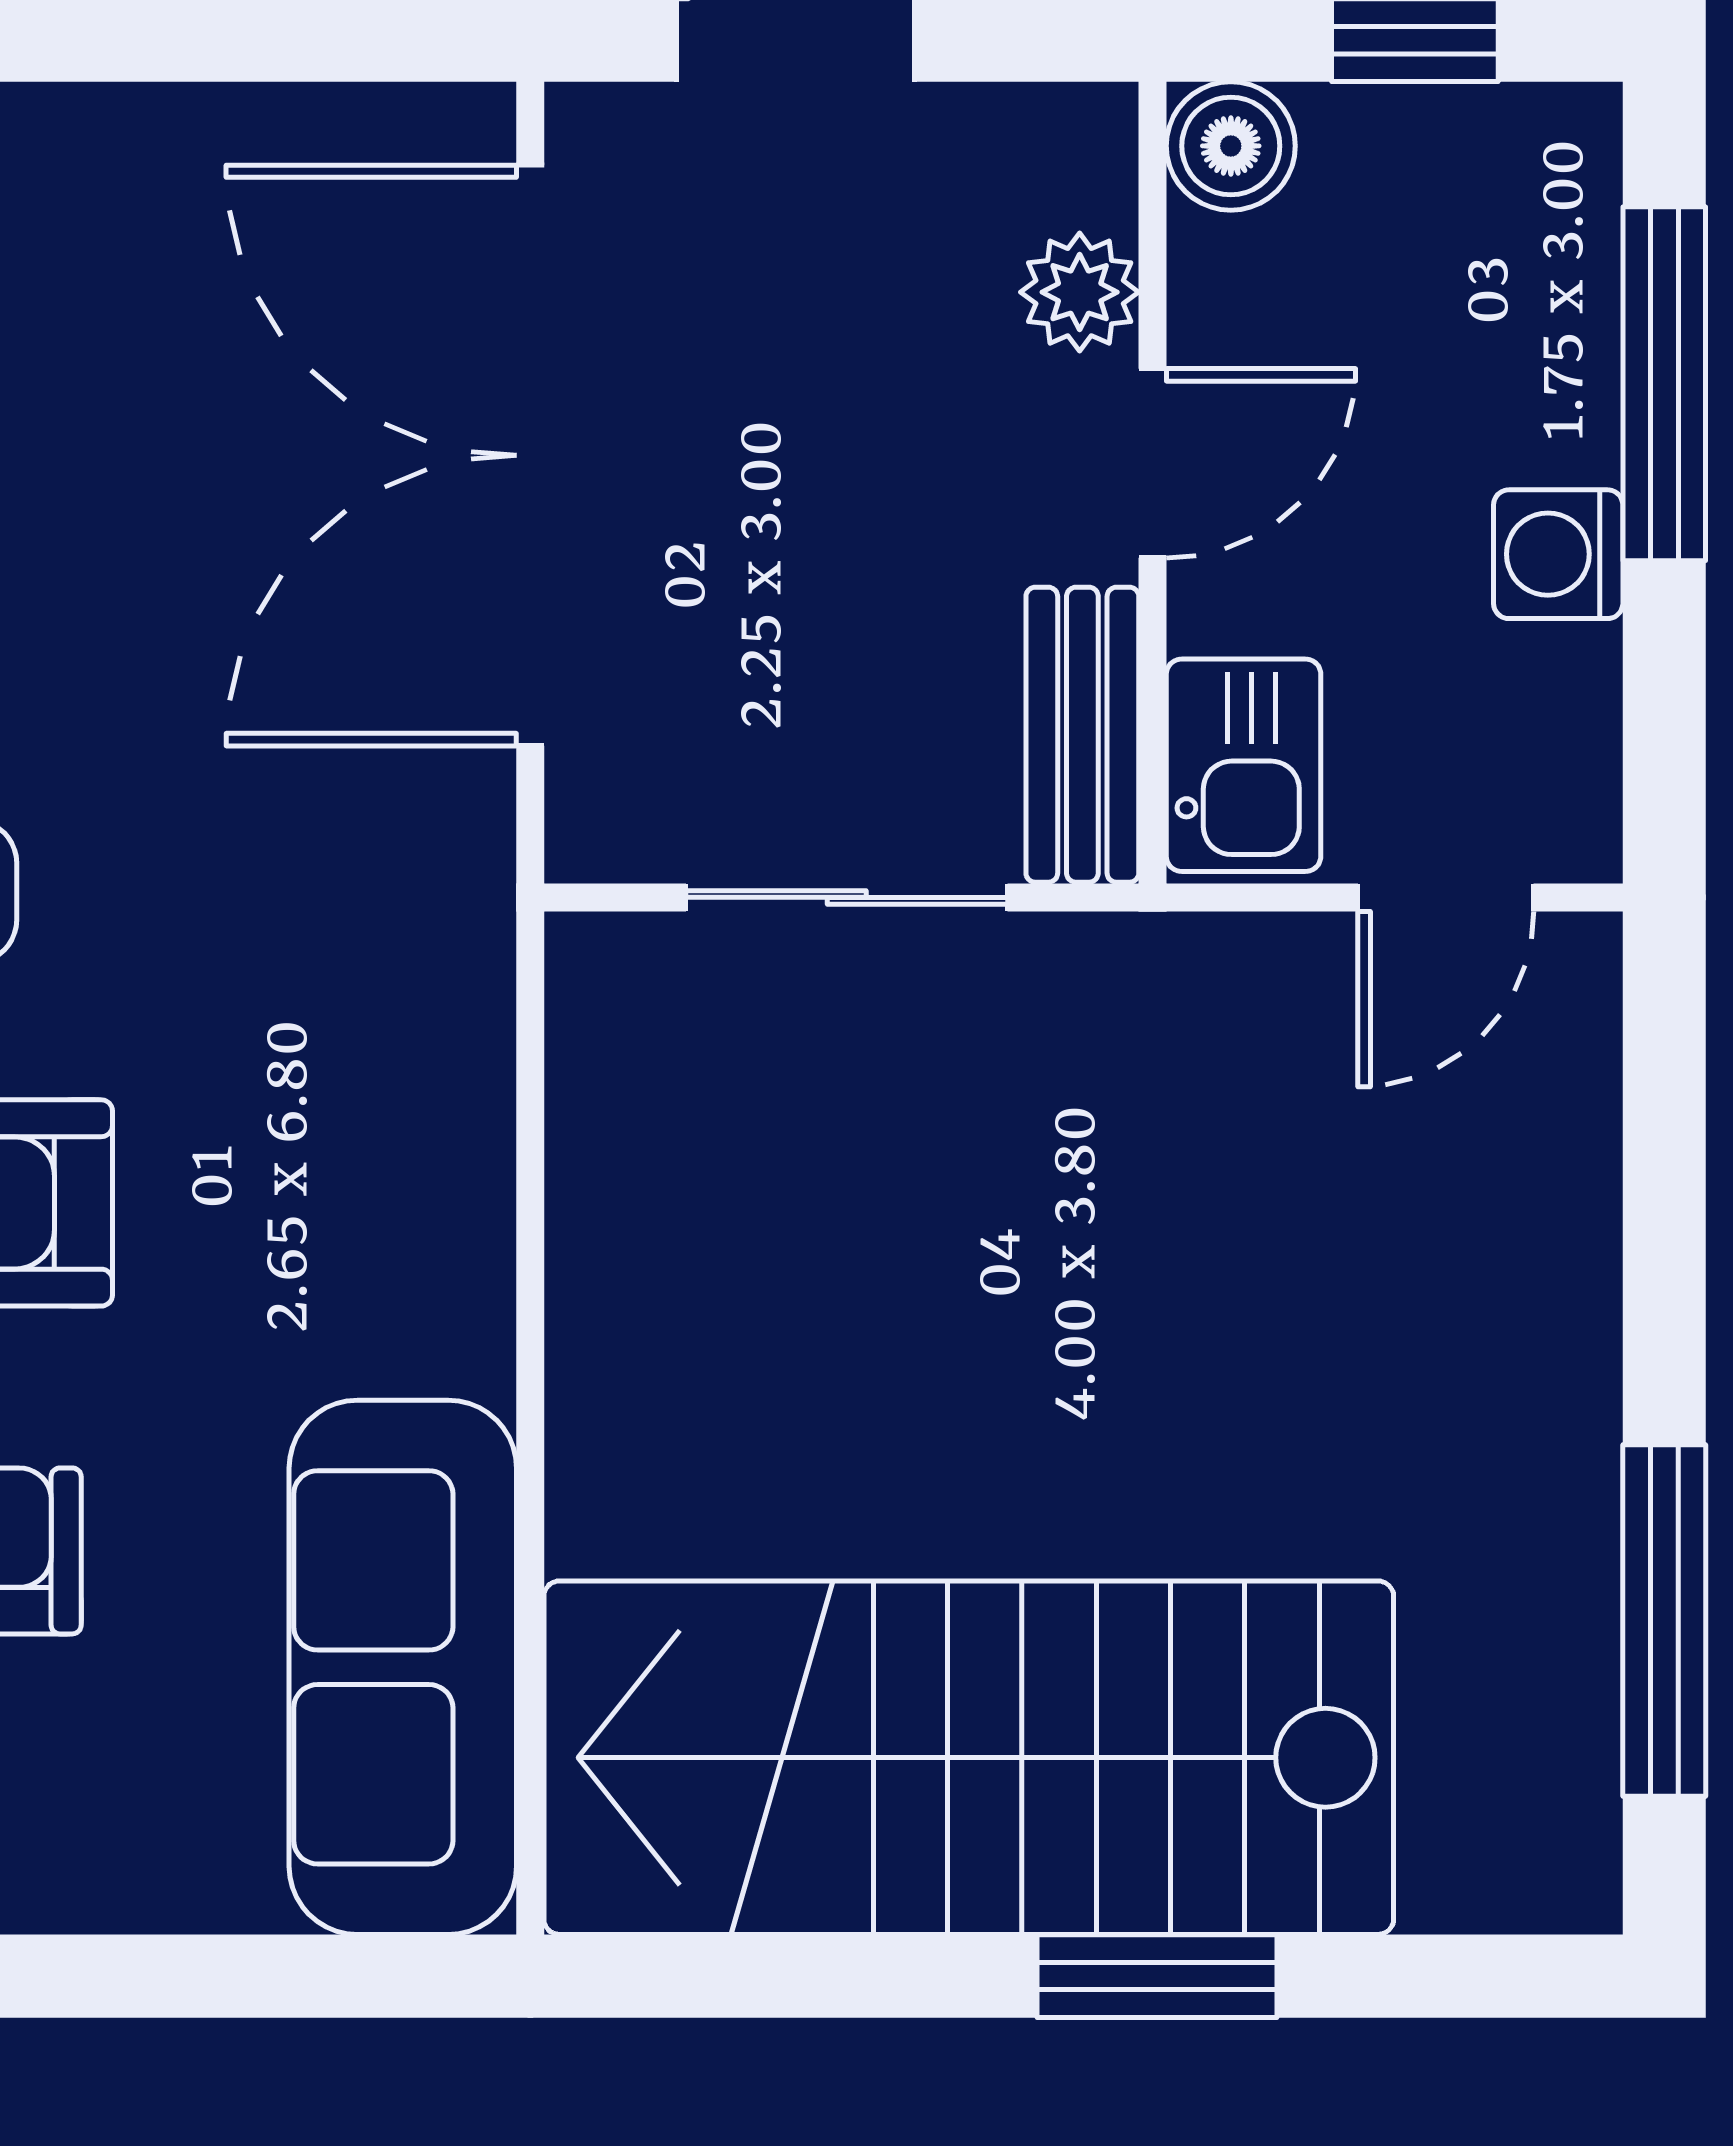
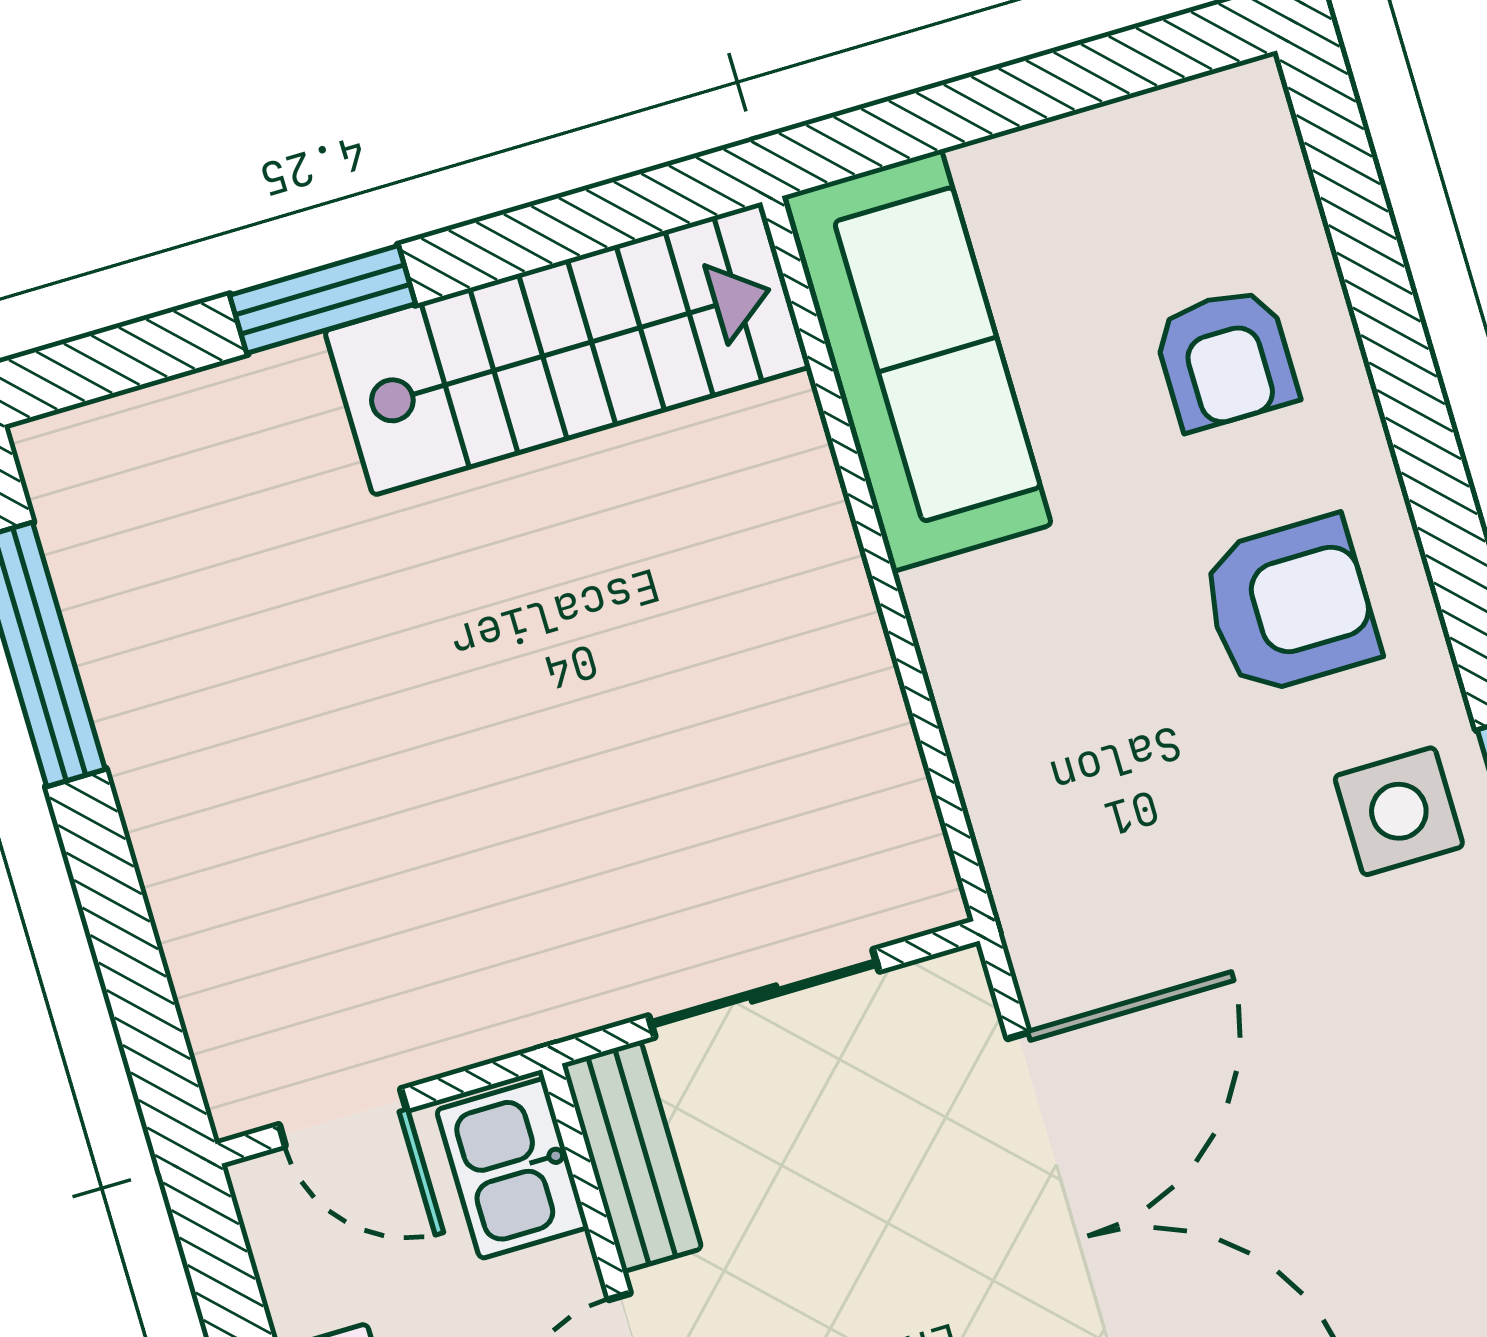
door: (1446, 897) -> (343, 1117), swing flipped
stairs: (969, 1758) -> (567, 349), width x0.73, depth x0.66

